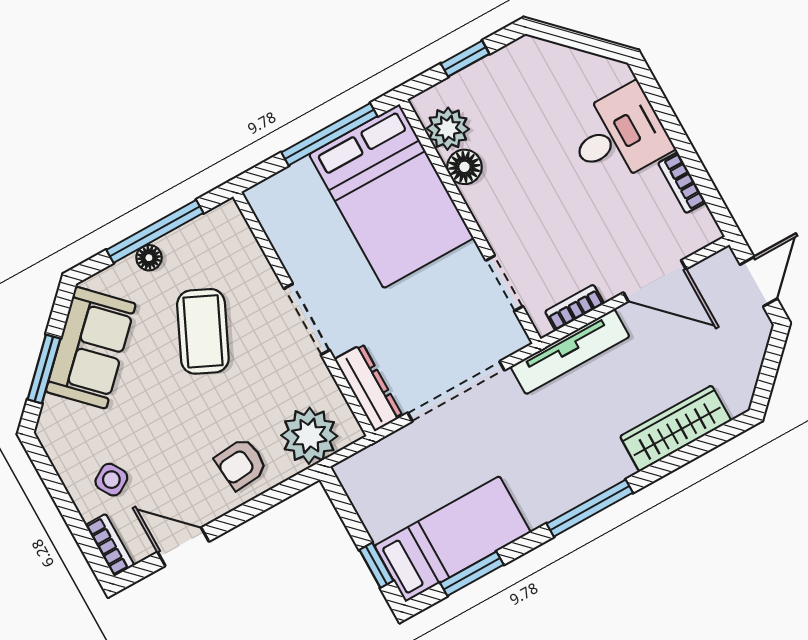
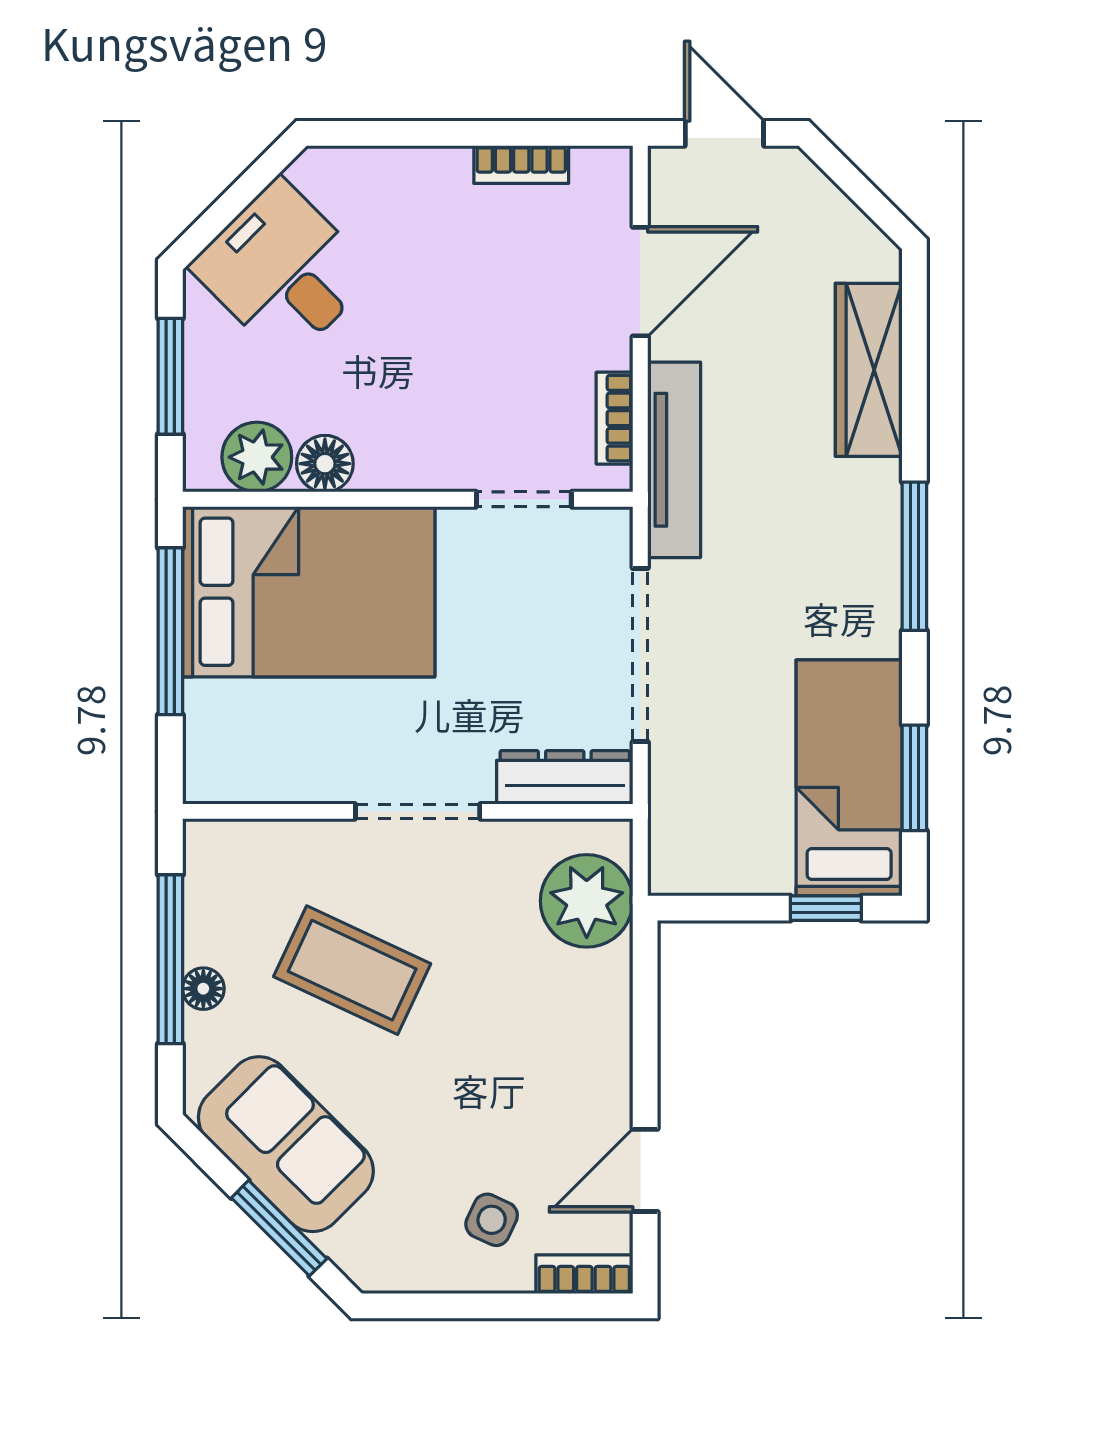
window: (465, 59) -> (170, 376), width x1.50
desk: (619, 135) -> (283, 270), moved, turned -45
armchair: (241, 464) -> (572, 1021), removed
side table: (111, 480) -> (492, 1220), turned -34

